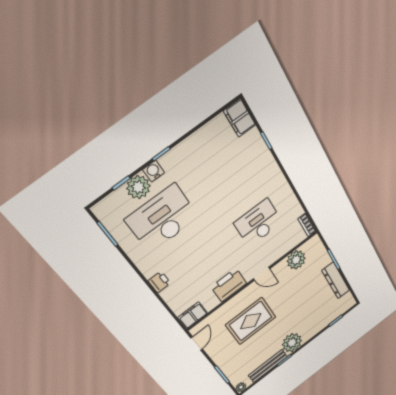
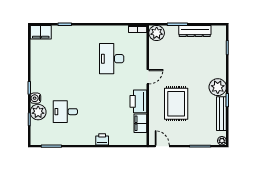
desk: (162, 218) -> (65, 112), width x0.53, depth x0.77
plant: (296, 260) -> (157, 33), moved
filing cabinet: (193, 315) -> (140, 123), moved

